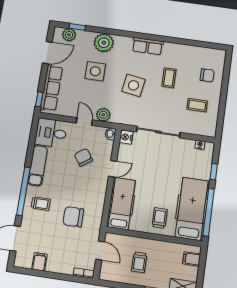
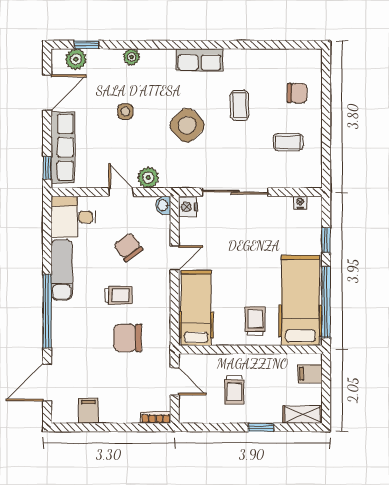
plant: (104, 43) -> (132, 57), width x0.53, depth x0.53
side table: (95, 71) -> (125, 111), width x0.54, depth x0.54
side table: (133, 85) -> (187, 125), turned 37
trolley: (41, 204) -> (118, 295), moved

